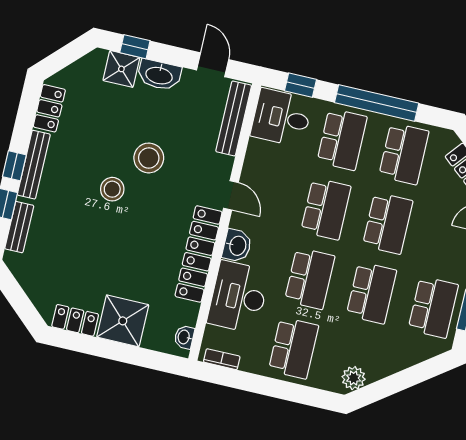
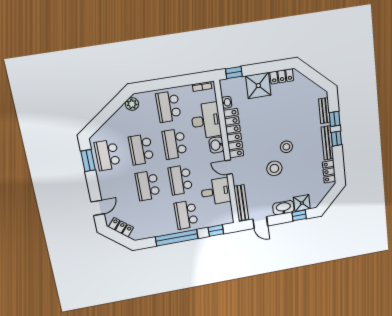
desk: (282, 118) -> (216, 192), moved
school desk: (404, 154) -> (154, 221), removed
washbasin: (184, 337) -> (227, 102), moved
window: (157, 361) -> (234, 73), added

